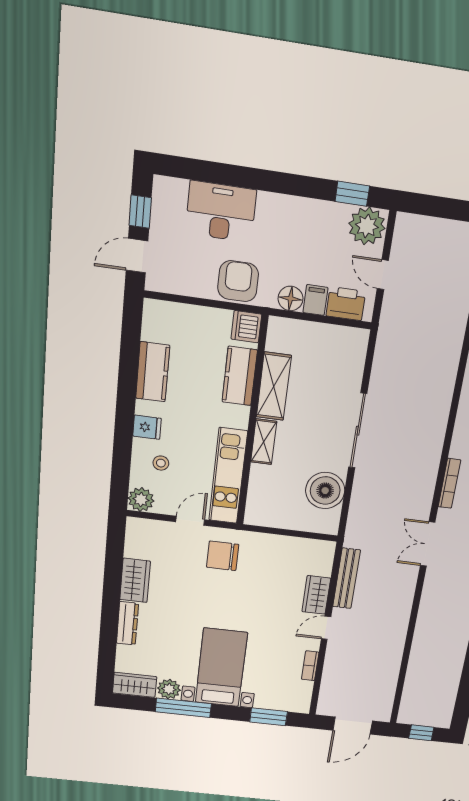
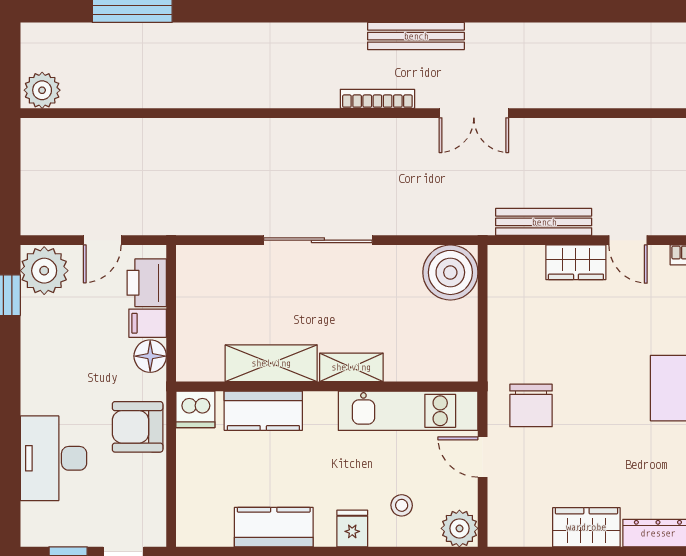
boiler: (325, 491) -> (450, 272), moved

